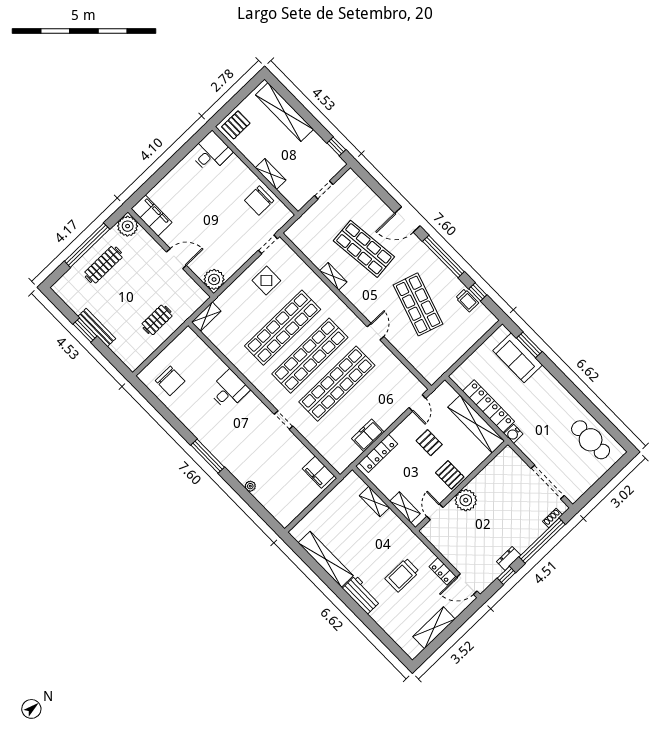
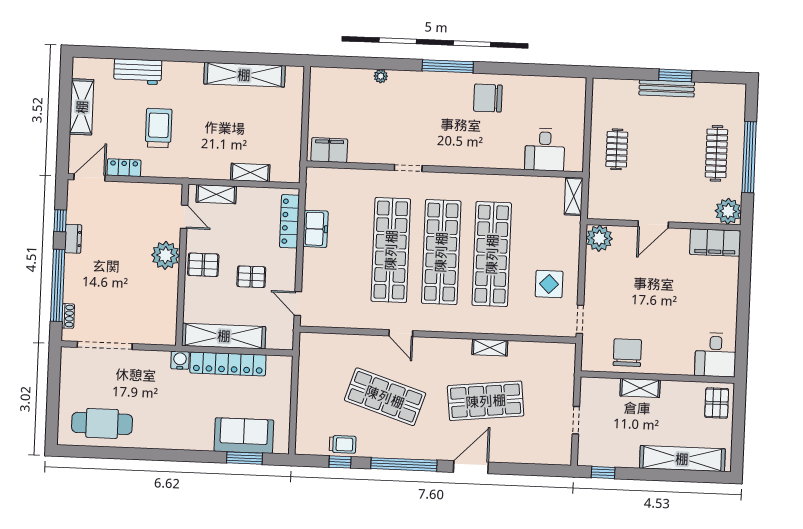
trolley: (467, 300) -> (343, 444), turned 180
chair: (170, 381) -> (488, 98), moved
desk: (229, 390) -> (545, 150), moved
workbench: (361, 595) -> (138, 72), moved

